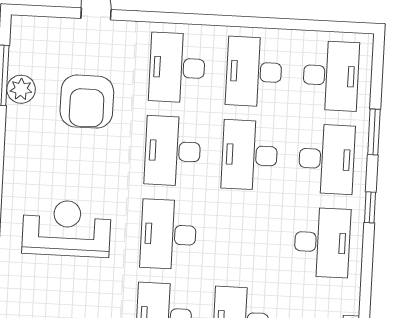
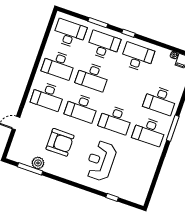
armchair: (87, 102) -> (60, 142), moved

